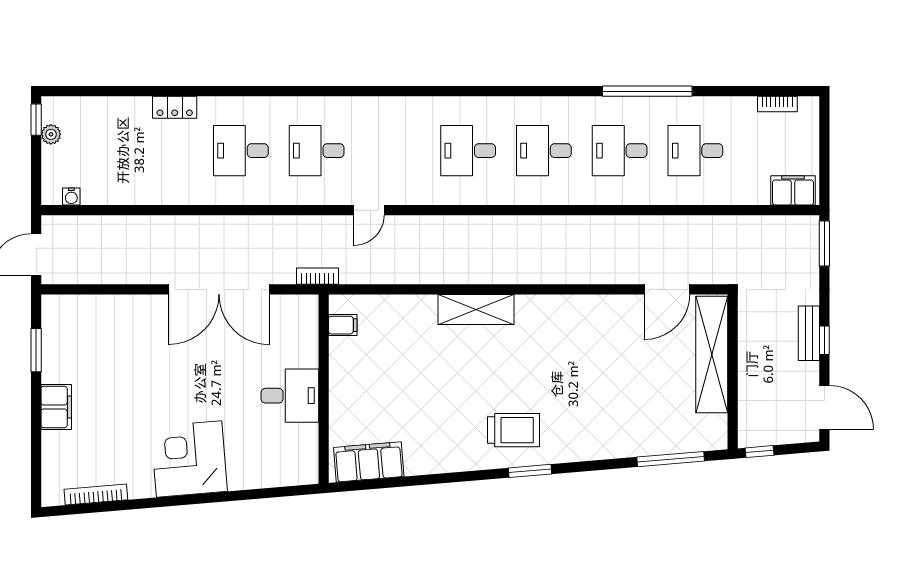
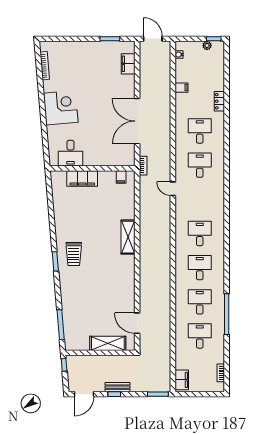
filing cabinet: (144, 191) -> (181, 88), added
shelving: (712, 354) -> (108, 343), width x0.68
desk: (290, 396) -> (70, 153), moved
filing cabinet: (56, 407) -> (128, 64), moved, turned 90
filing cabinet: (369, 462) -> (82, 179), moved, turned 95

